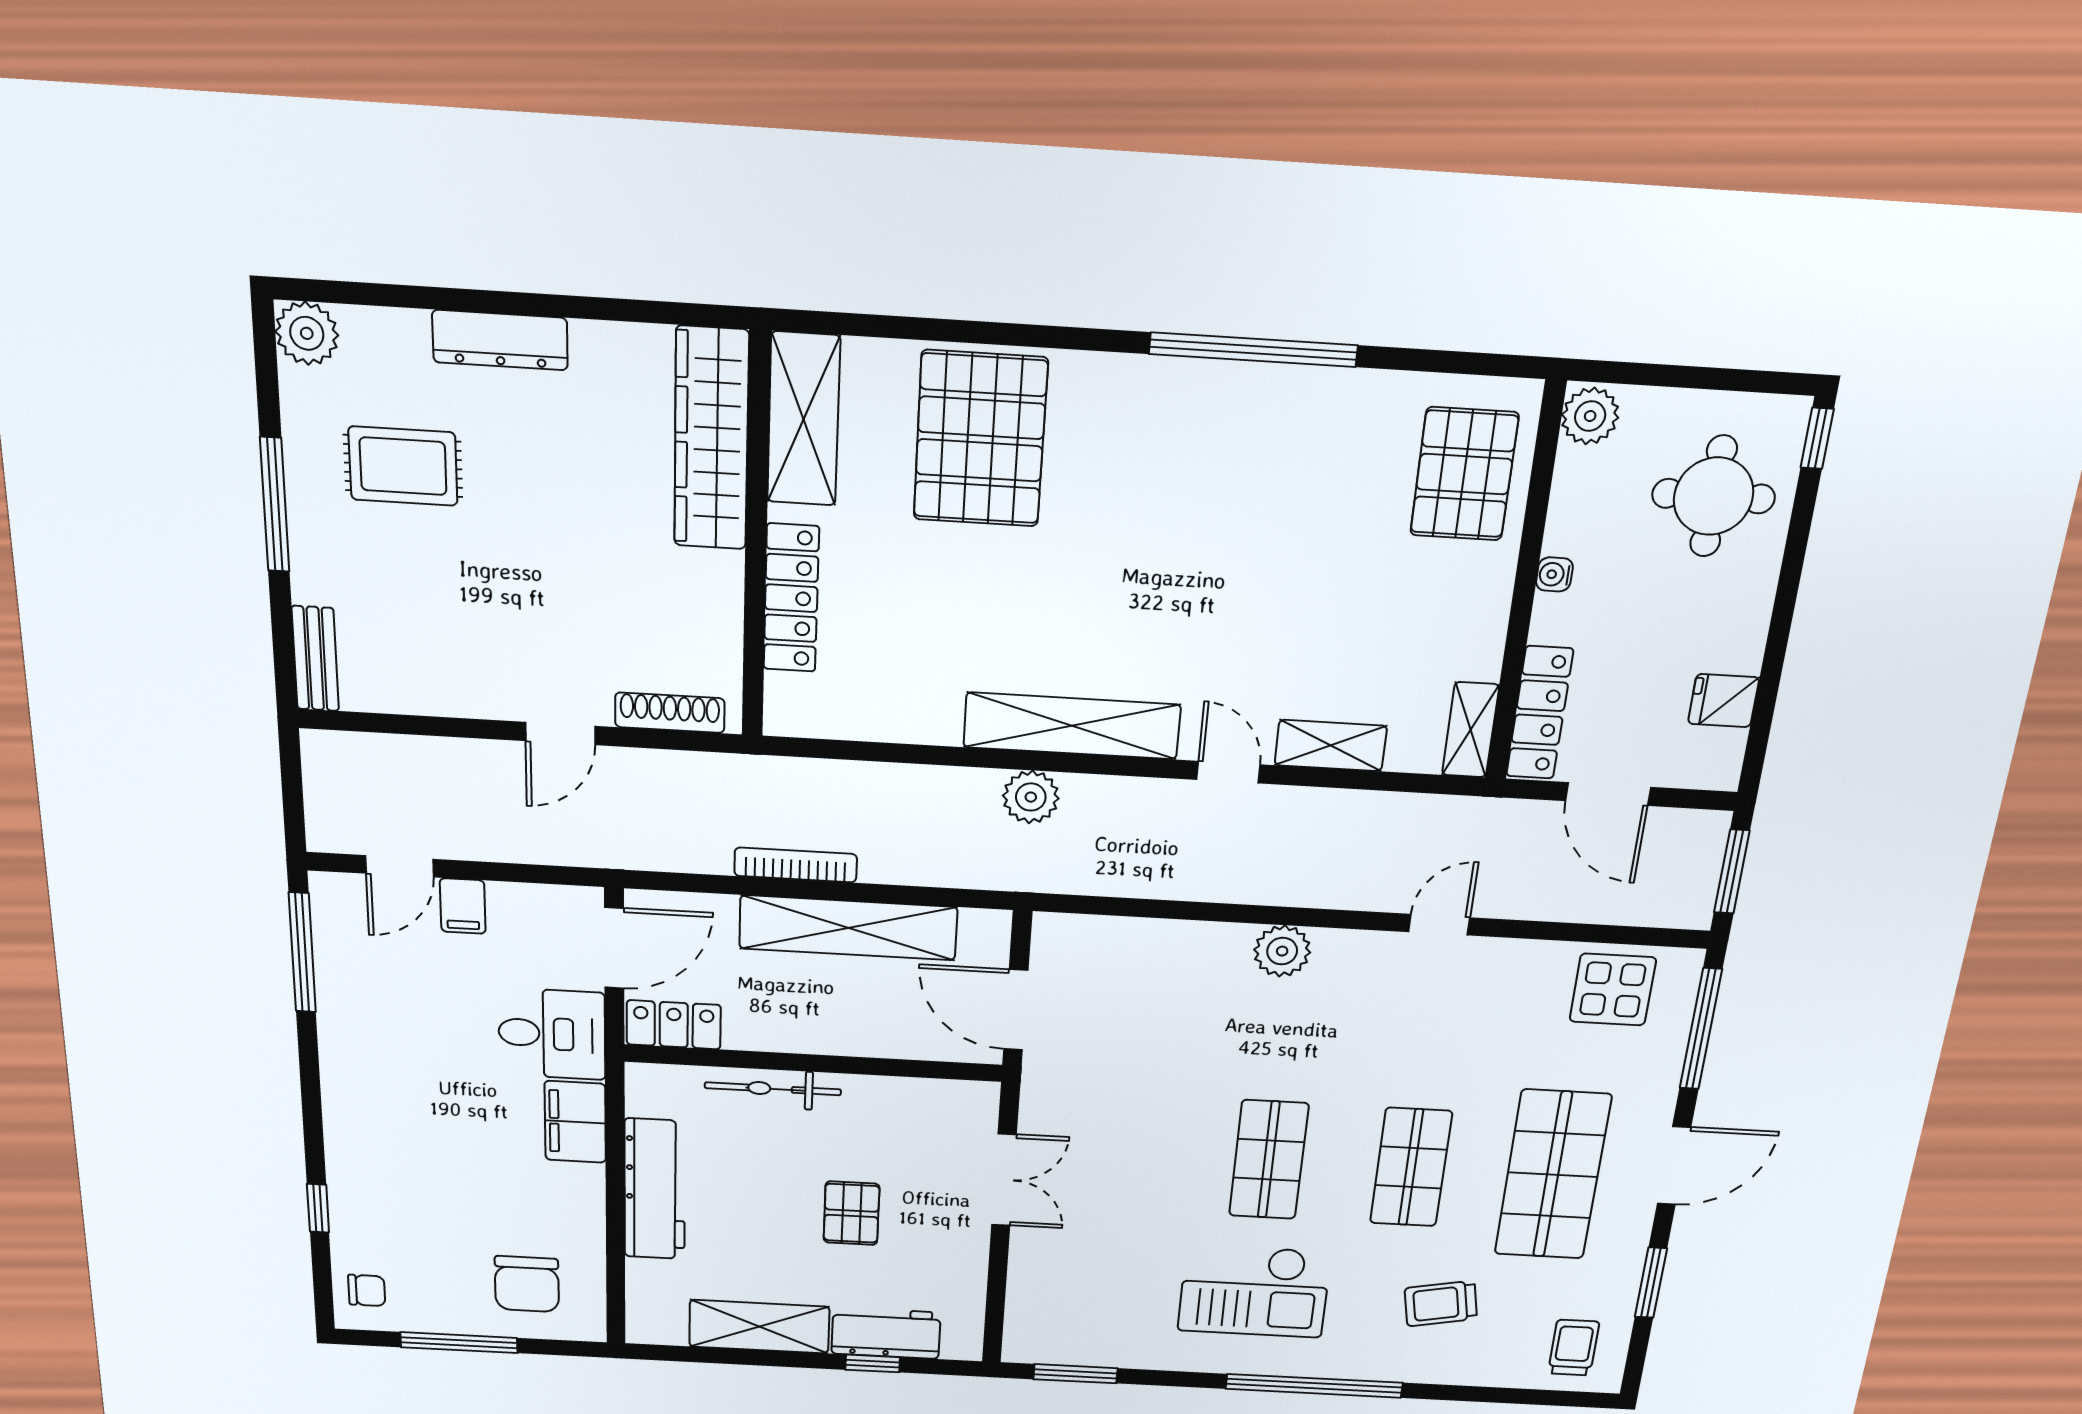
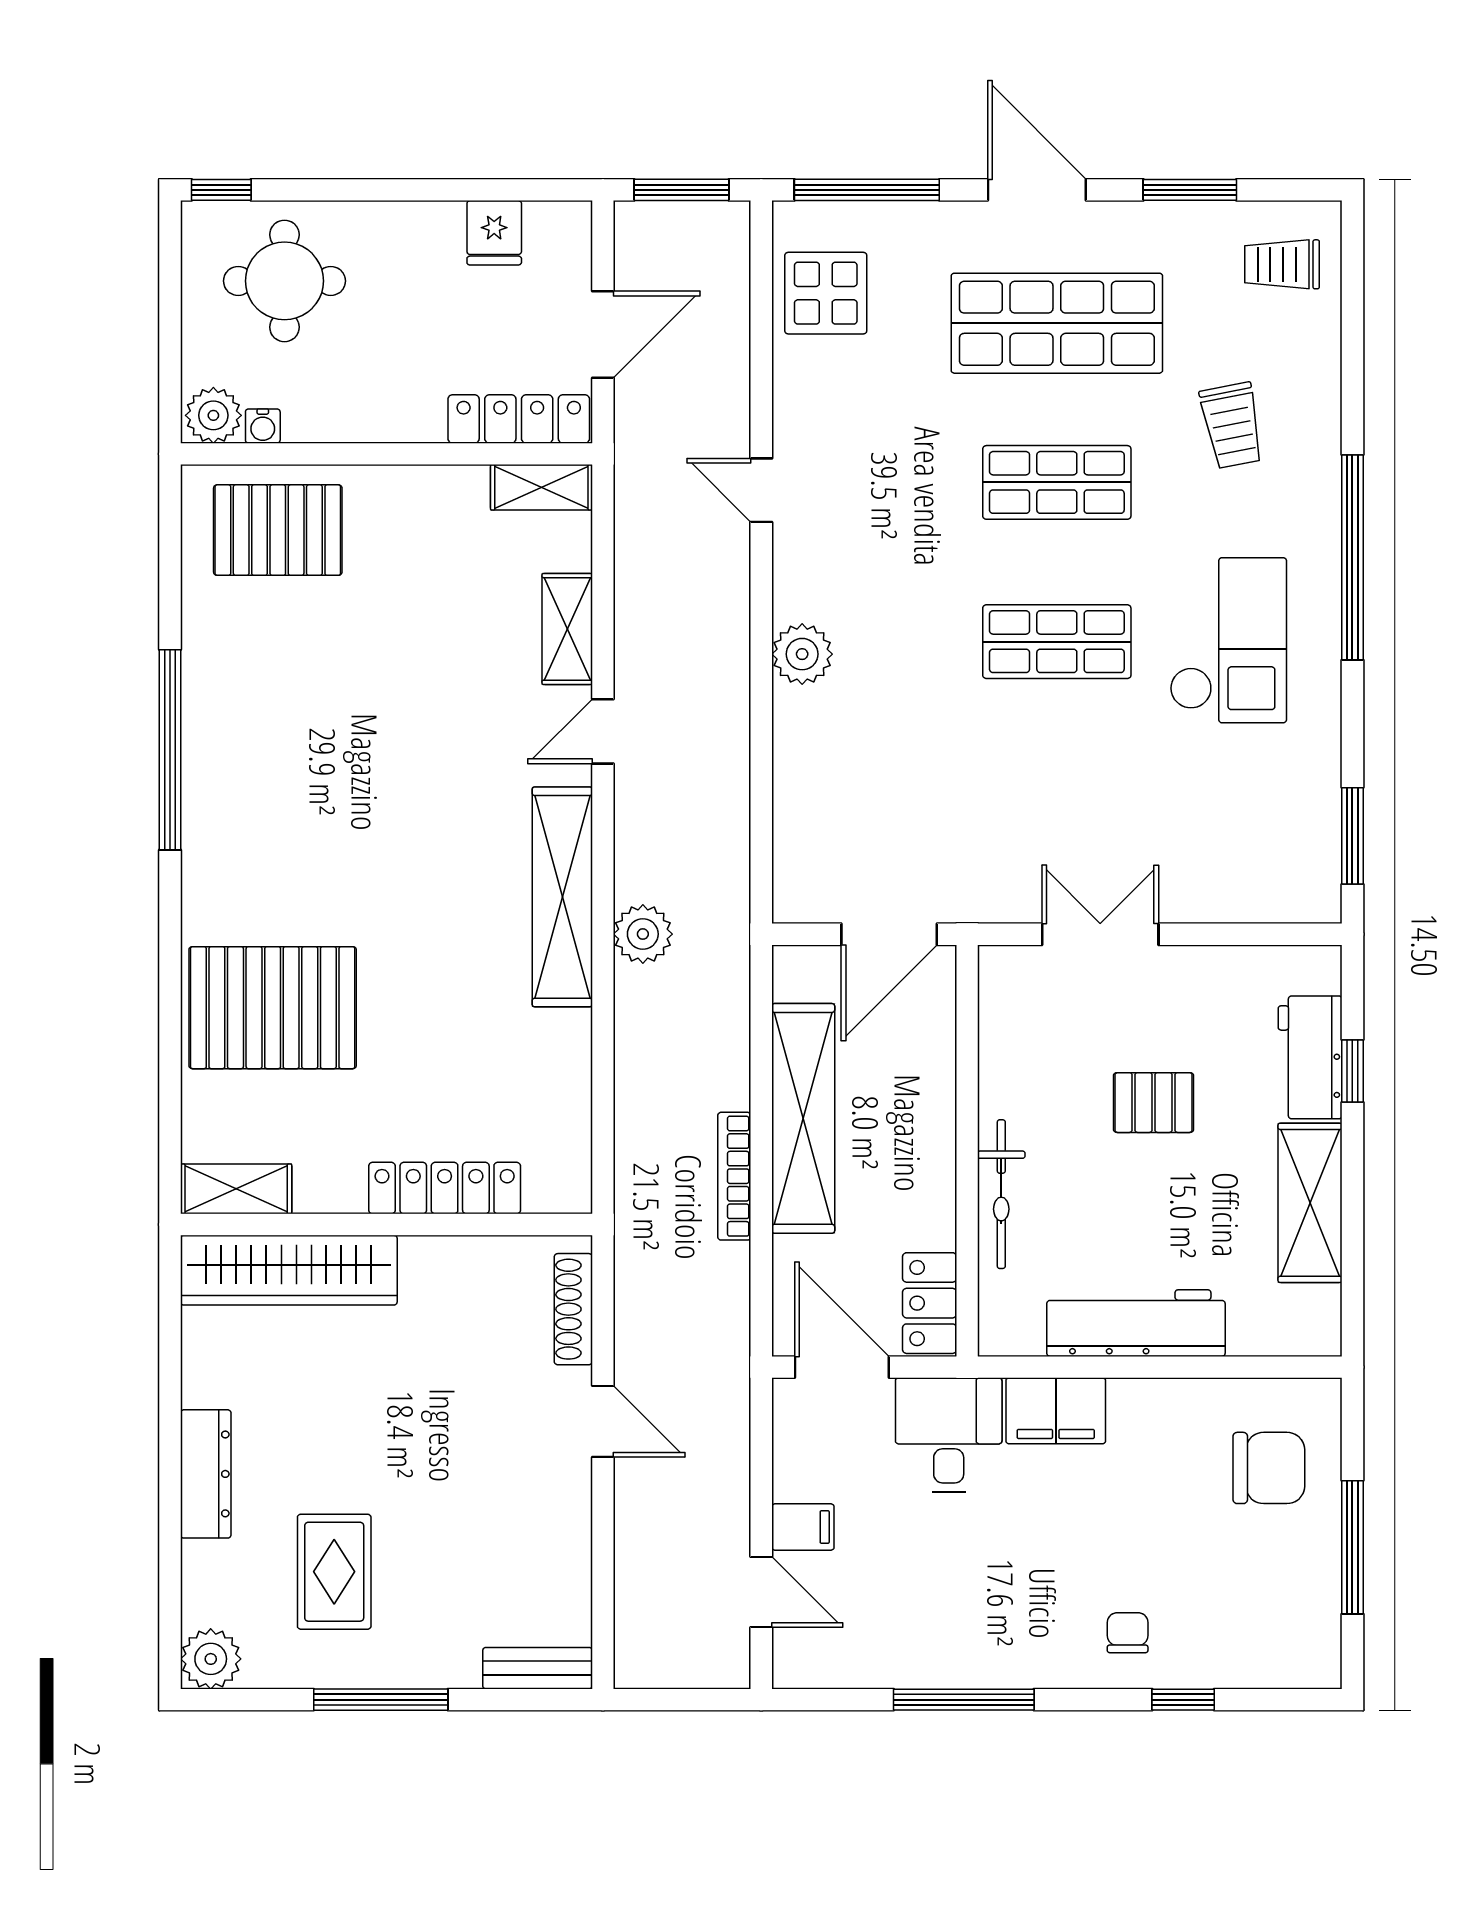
shelving: (804, 419) -> (236, 1189), width x0.67, depth x0.75
water cooler: (1554, 574) -> (263, 426), moved
window: (302, 953) -> (964, 1700), moved
chair: (367, 1290) -> (1128, 1633), moved

